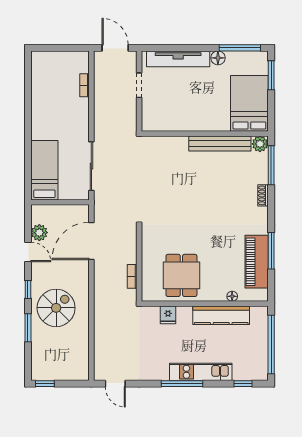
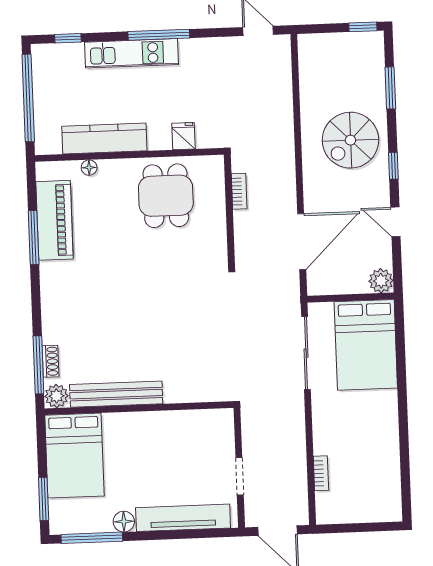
bed: (44, 170) -> (366, 345), width x1.50
shoe rack: (263, 195) -> (50, 361), moved
plant: (39, 233) -> (381, 281), moved
window: (28, 328) -> (390, 88), moved

